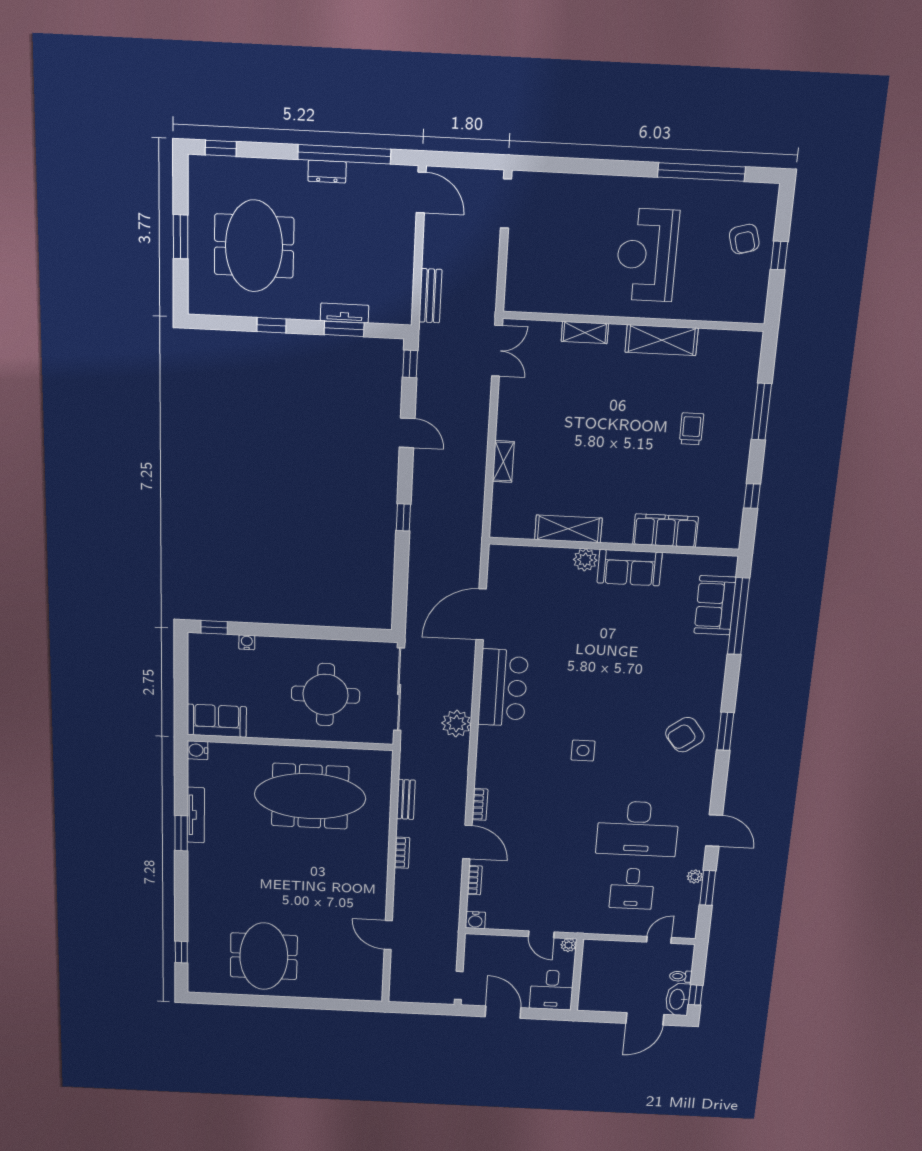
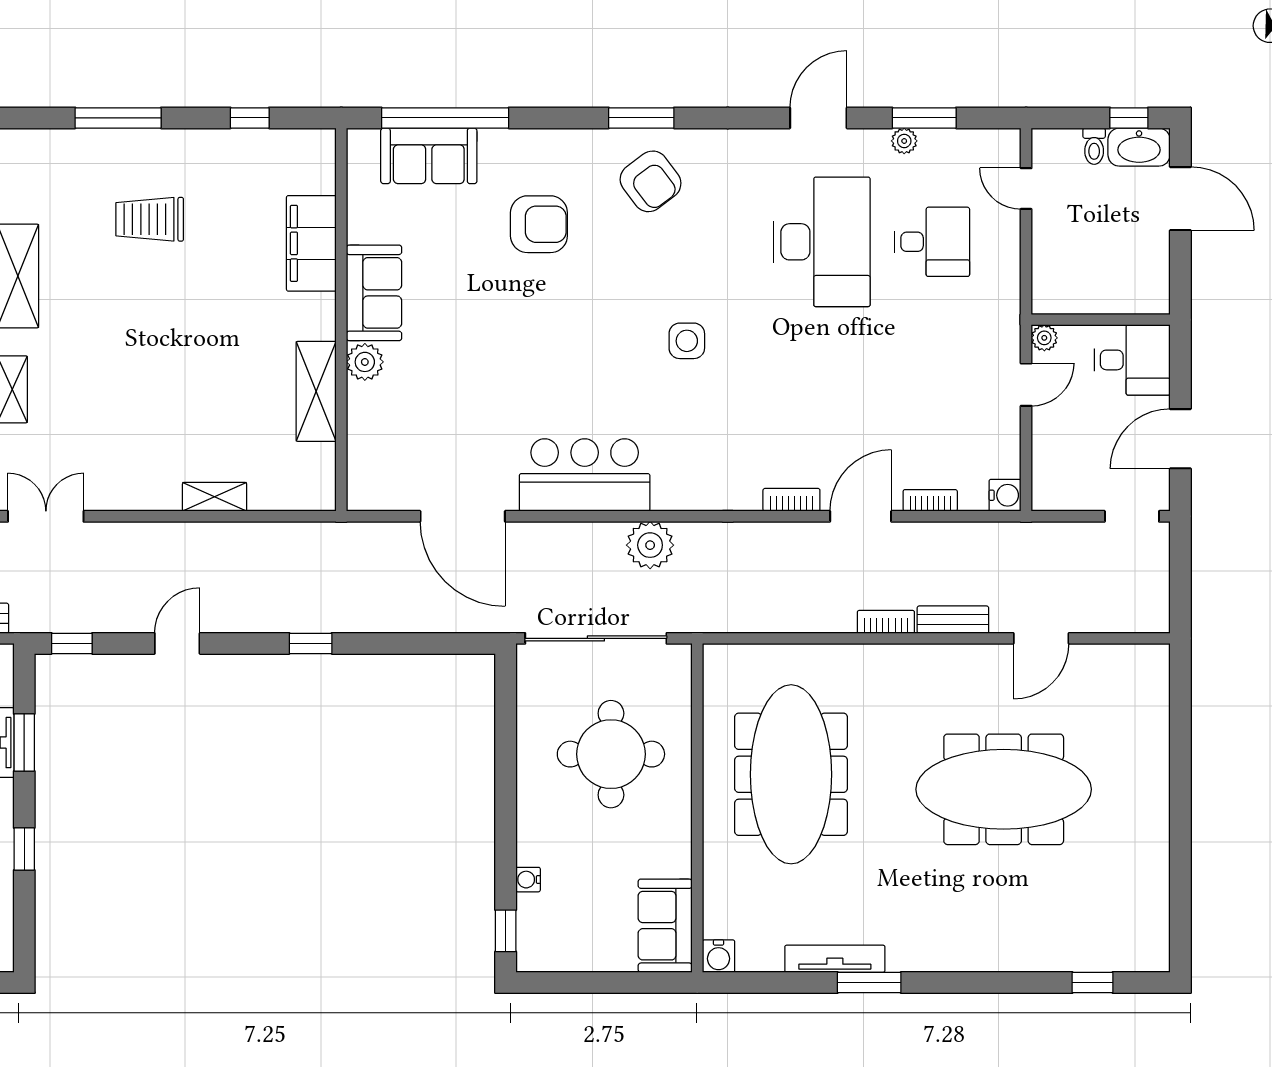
trolley: (692, 429) -> (150, 219), width x1.36, depth x1.39
armchair: (664, 669) -> (539, 224), added
bench: (406, 799) -> (953, 620), moved
meeting table: (264, 956) -> (1004, 789), moved, width x1.36

